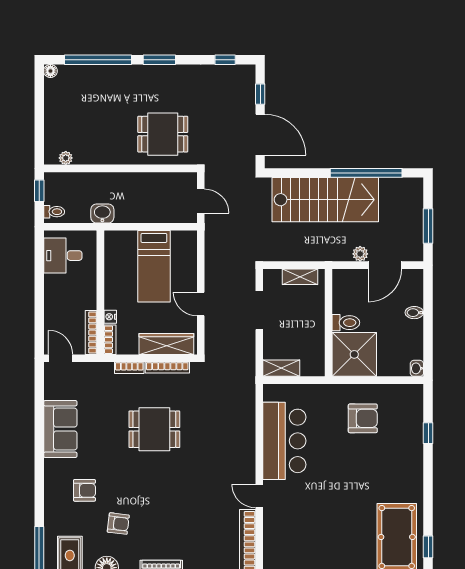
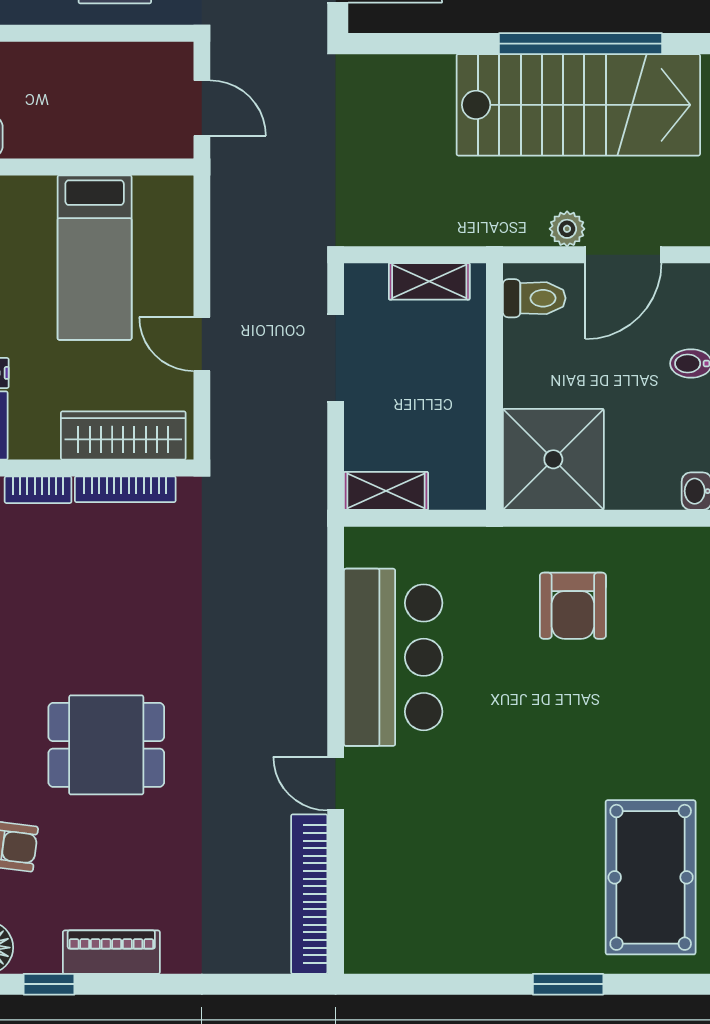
stairs: (325, 200) -> (578, 105), moved
toilet: (346, 323) -> (534, 298), moved
armchair: (363, 418) -> (573, 606), turned 90
dining table: (154, 429) -> (106, 745), moved

